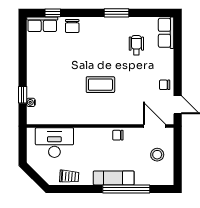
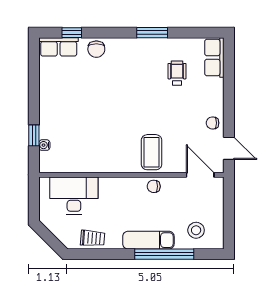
coffee table: (100, 85) -> (152, 152), moved, turned 90
stool: (157, 155) -> (196, 230), moved

